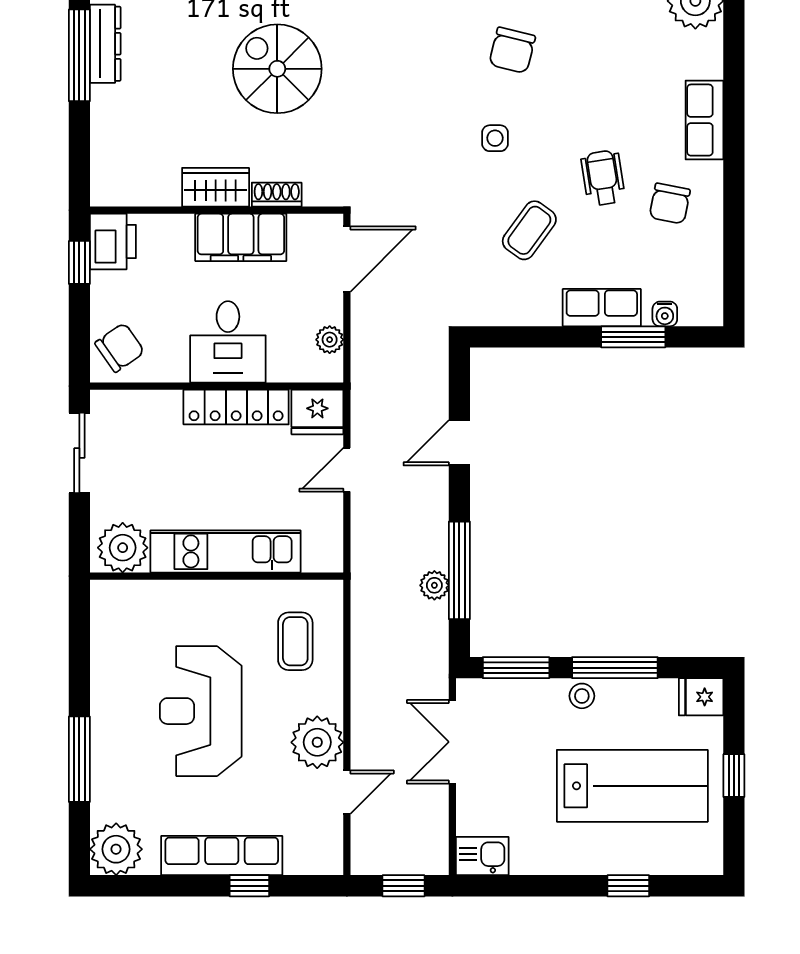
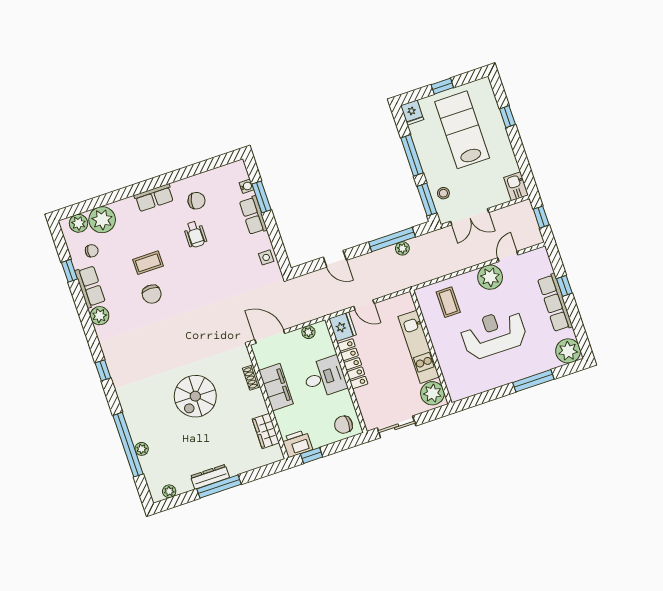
chair: (512, 50) -> (152, 294), turned 76
side table: (495, 138) -> (266, 257), moved
wheelchair: (603, 178) -> (195, 234), turned -81
wardrobe: (216, 187) -> (266, 431), moved
coffee table: (529, 230) -> (148, 263), moved, turned -36
chair: (120, 348) -> (343, 425), turned -55
coffee table: (295, 641) -> (448, 302), turned 90
stool: (582, 696) -> (443, 193), moved
reception desk: (201, 711) -> (494, 334), turned 180
door: (347, 792) -> (508, 256), hinge flipped

